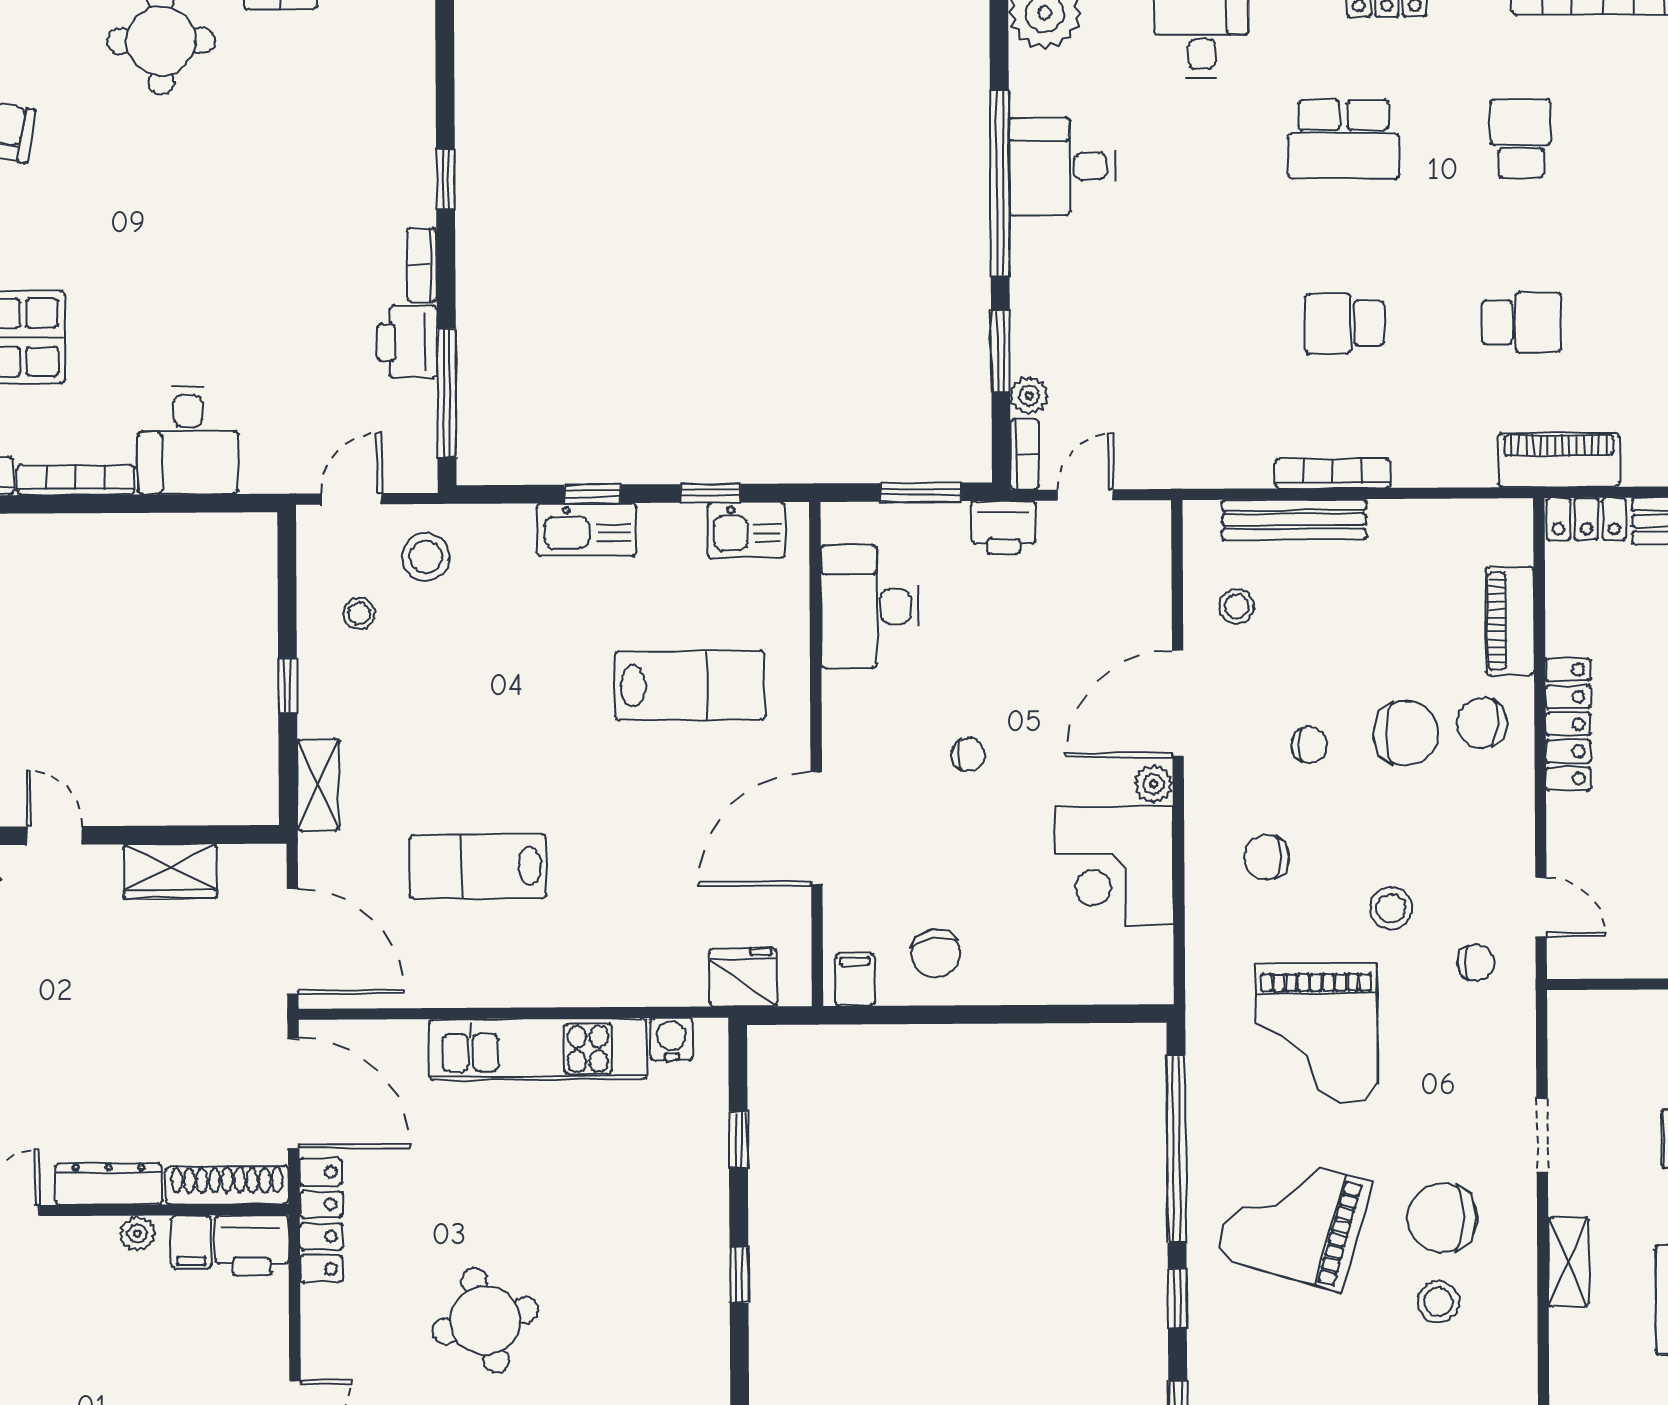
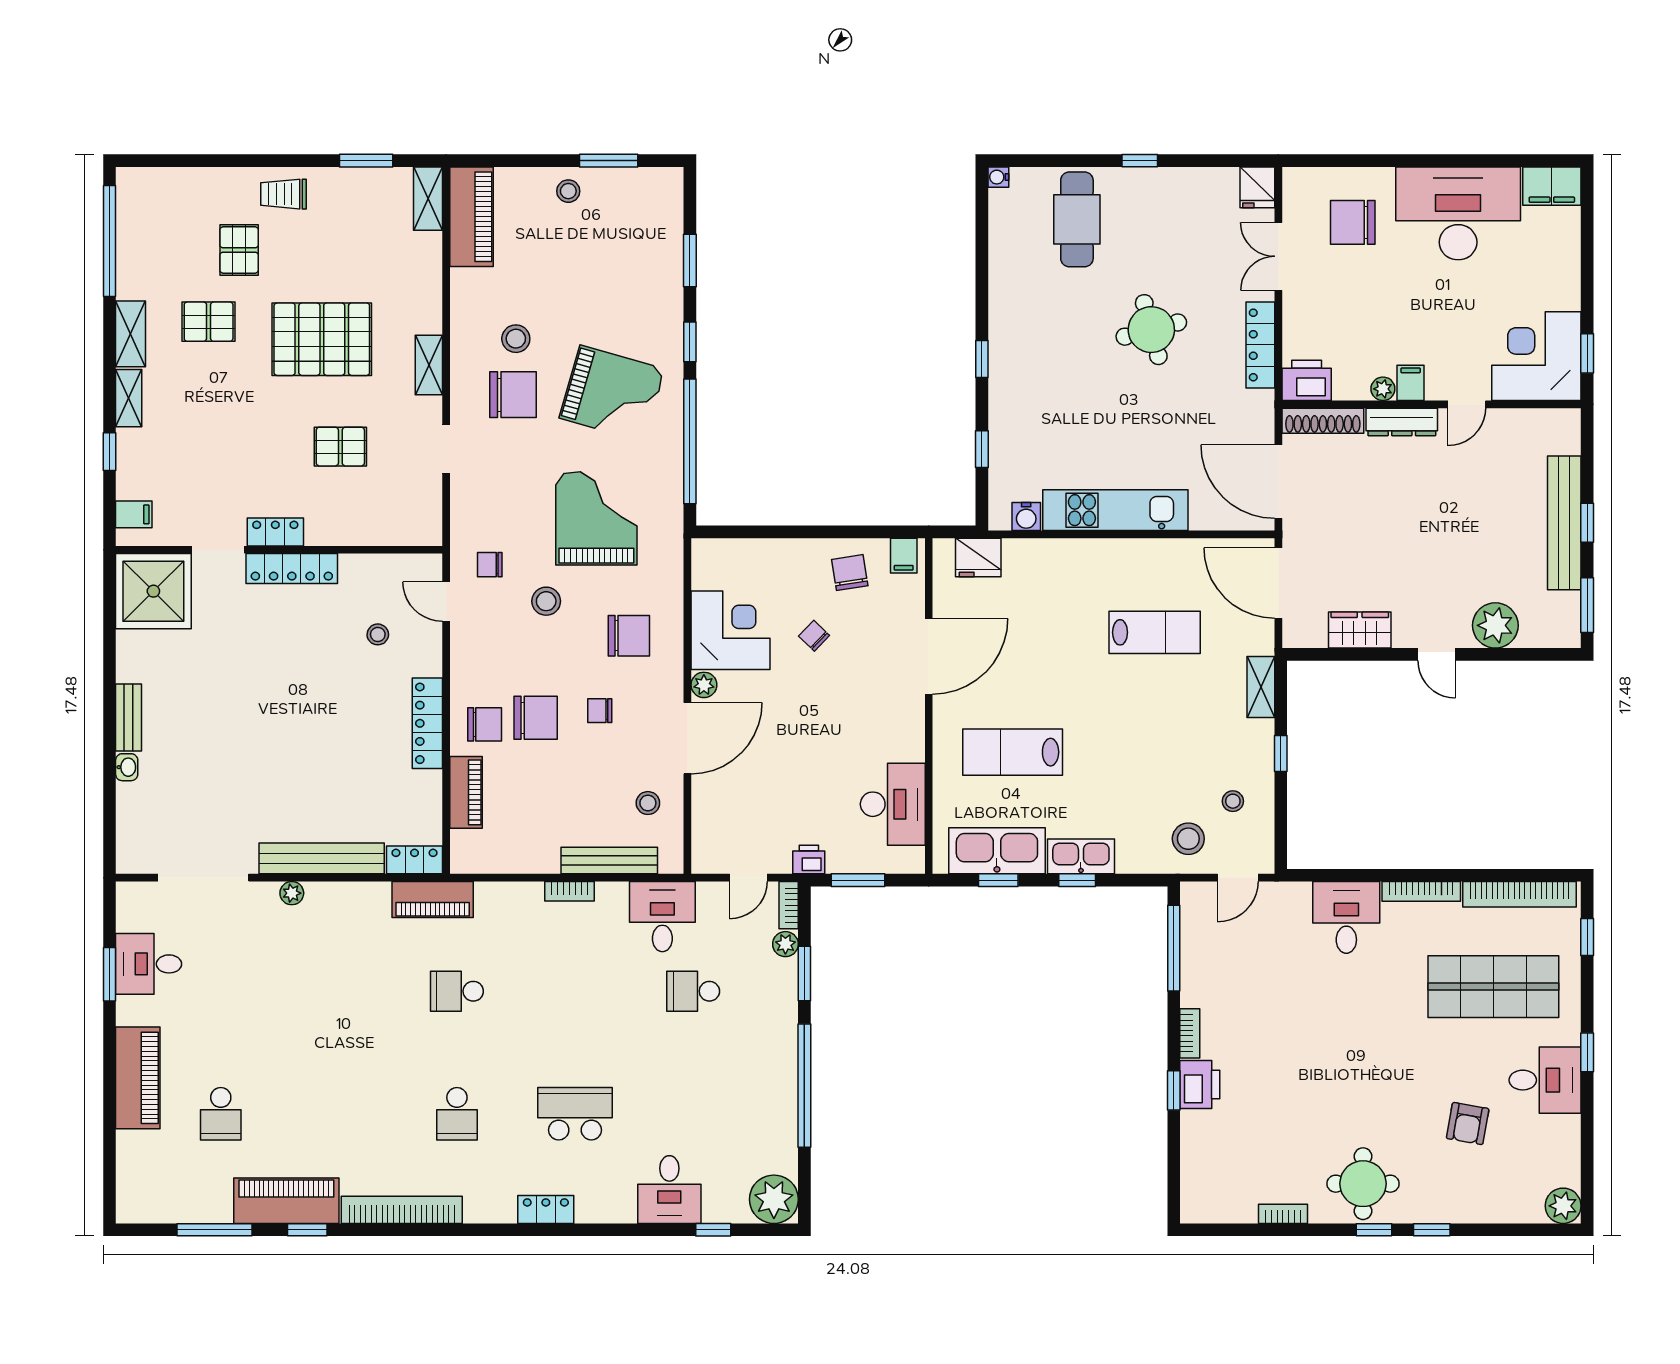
desk: (1062, 167) -> (662, 917), moved, turned -90
school desk: (1345, 323) -> (693, 991), moved, turned 180
printer: (407, 342) -> (1200, 1085), moved
bookcase: (1333, 473) -> (570, 891), width x0.64
printer: (1003, 528) -> (809, 860), width x0.73, depth x0.81
kitchen sink: (746, 530) -> (997, 851), width x1.88, depth x1.24
chair: (1406, 733) -> (536, 718), turned 180
chair: (968, 754) -> (814, 636), moved, turned 44
chair: (1267, 857) -> (629, 636), width x1.37, depth x1.37
stool: (1643, 857) -> (378, 634), added
locker: (321, 1220) -> (1260, 345), moved
filing cabinet: (191, 1242) -> (1411, 383), moved

